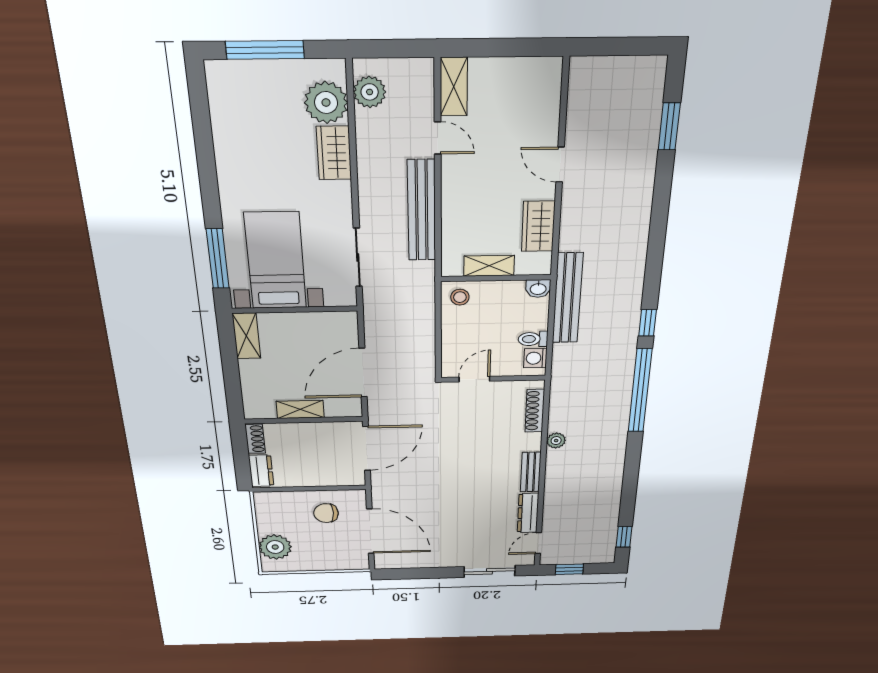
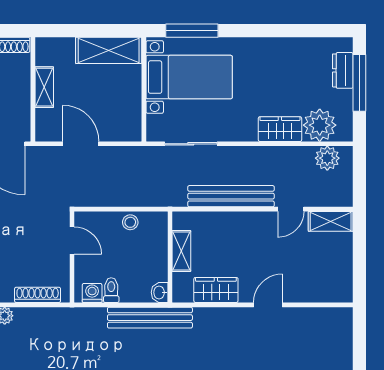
dresser: (250, 73) -> (343, 70), added
stool: (460, 297) -> (130, 222), moved
shelving: (246, 336) -> (109, 50), width x1.50, depth x1.33
door: (363, 373) -> (81, 144), width x0.73

